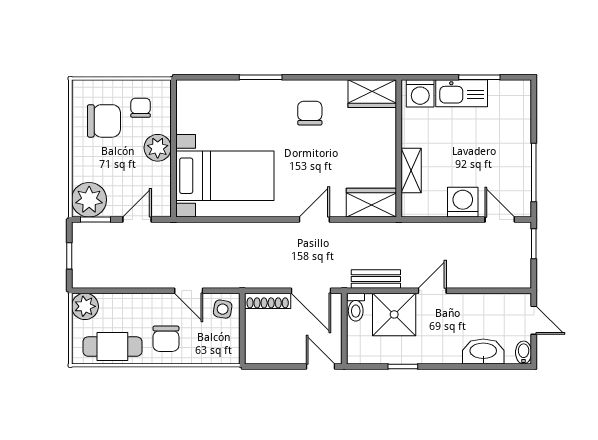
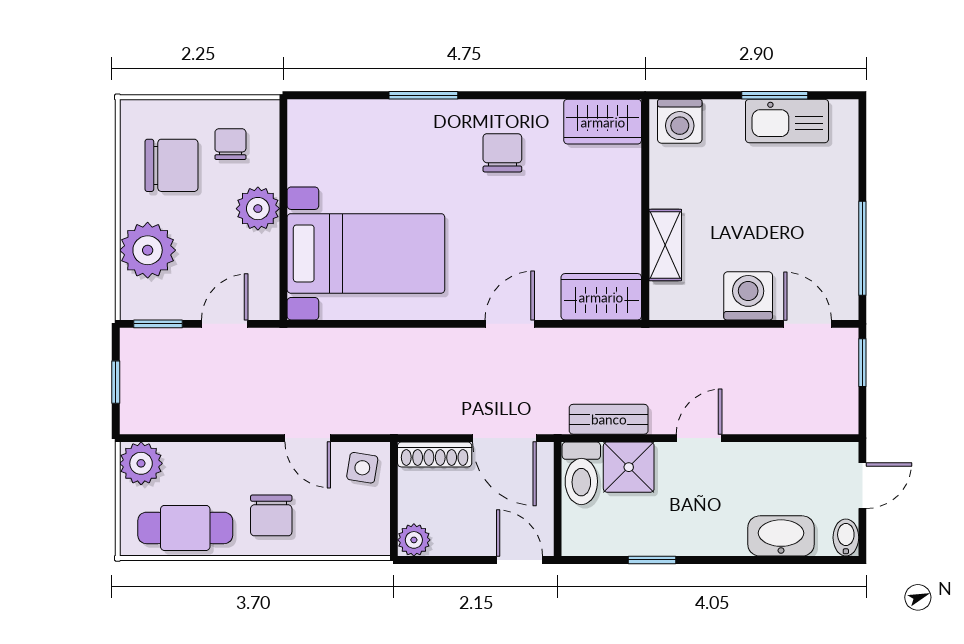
kitchen sink: (462, 93) -> (787, 121), moved
plant: (89, 200) -> (148, 250), moved
toilet: (356, 307) -> (581, 473), width x1.37, depth x1.39
shower: (394, 314) -> (629, 467), width x0.73, depth x0.73
door: (534, 320) -> (862, 486), hinge flipped
plant: (255, 354) -> (414, 540), added

